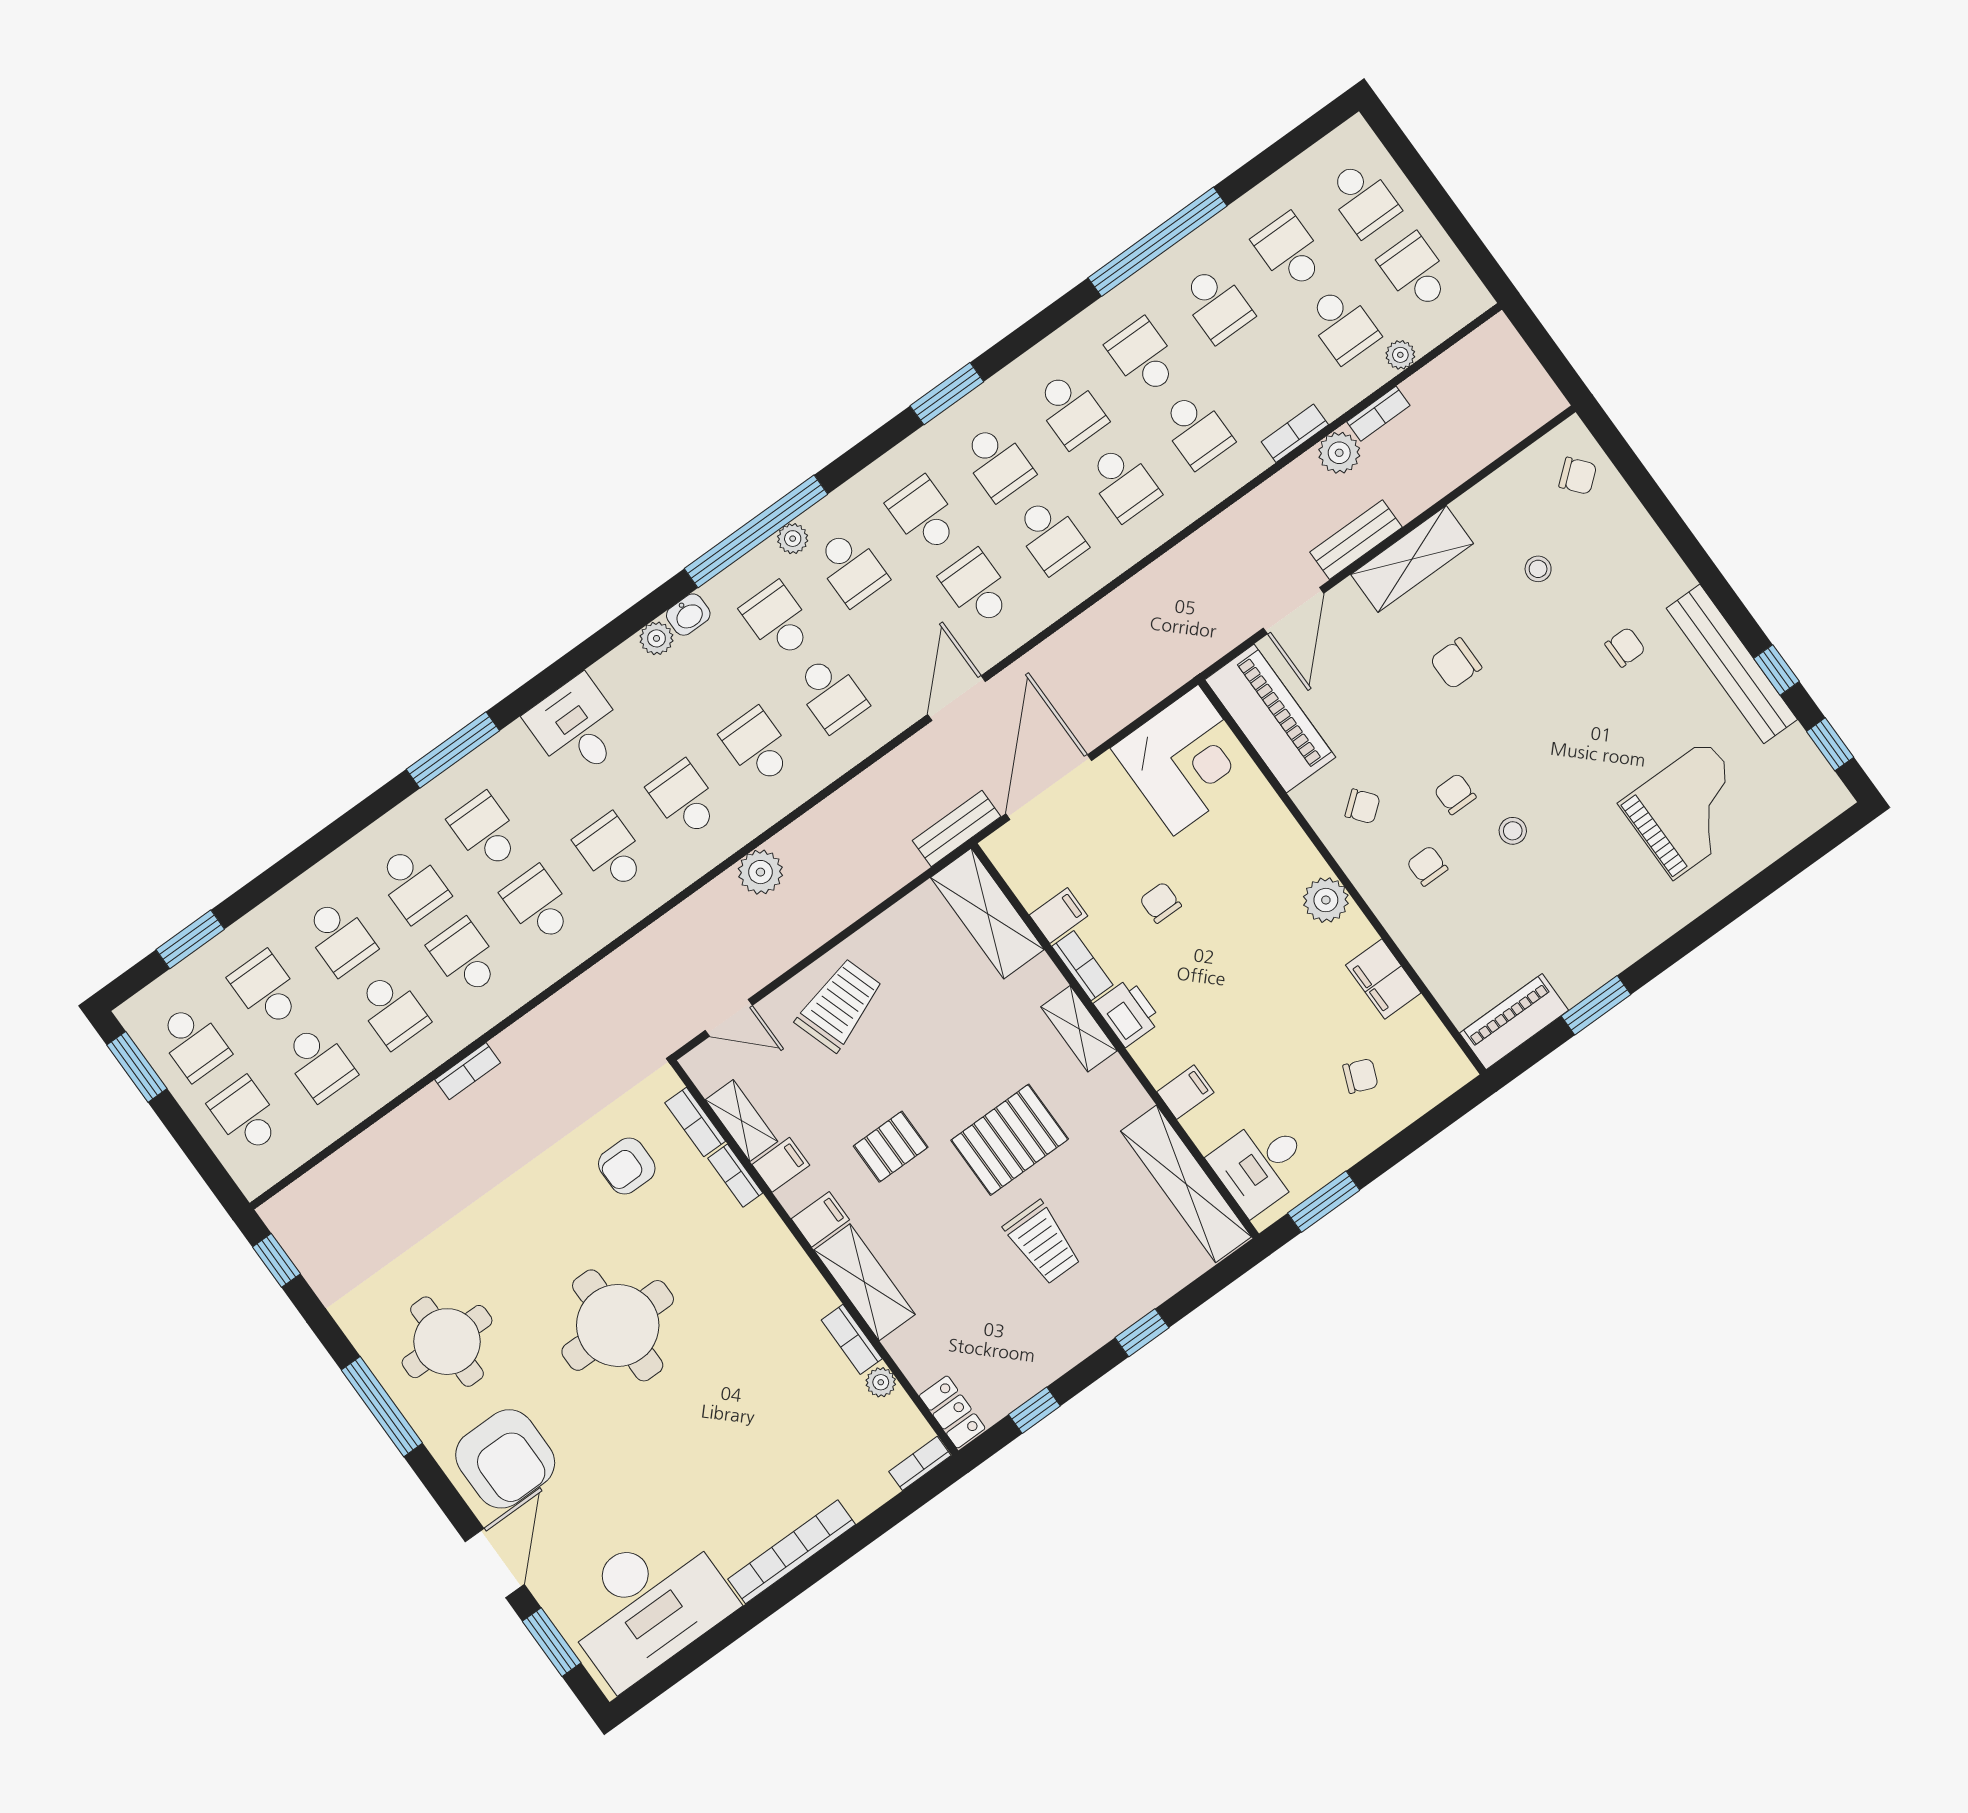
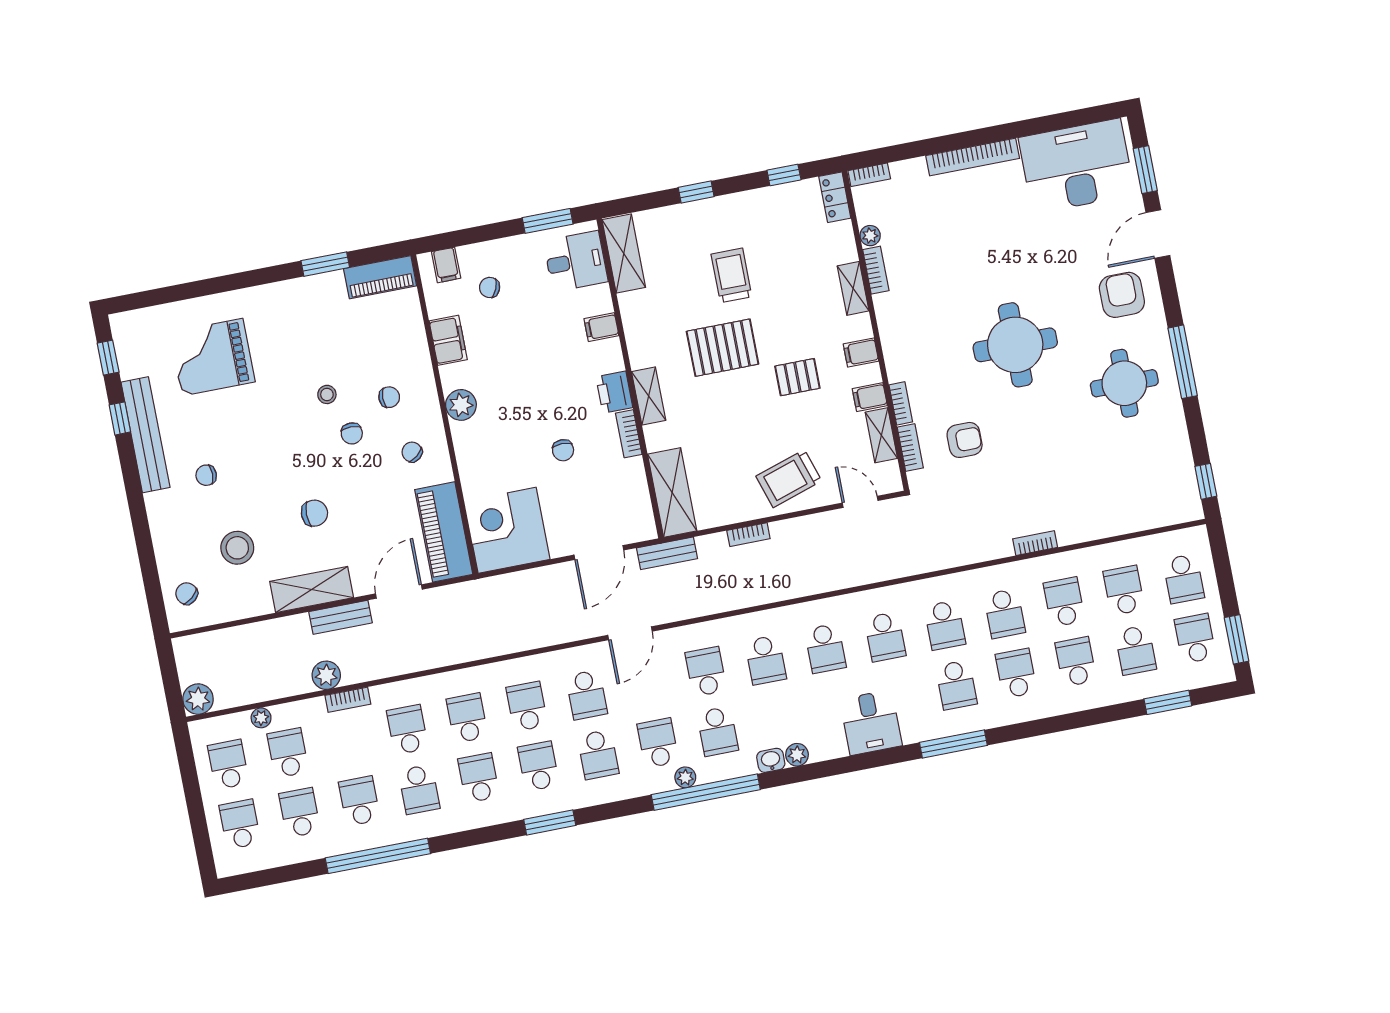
school desk: (1290, 251) -> (300, 813), turned 180
school desk: (1415, 272) -> (228, 764), turned 180
bookcase: (1378, 414) -> (748, 535), moved, turned 180
stool: (1538, 569) -> (237, 548), width x1.89, depth x1.89
door: (1049, 787) -> (599, 553), width x0.73
chair: (1427, 866) -> (389, 397), turned -90
plant: (760, 872) -> (198, 699), moved
filing cabinet: (1059, 916) -> (446, 265), moved, turned -90
shelving: (1186, 1184) -> (624, 254), width x0.68
shelving: (864, 1282) -> (853, 288), width x0.67, depth x0.75
armchair: (505, 1459) -> (1122, 295), width x0.73, depth x0.73

